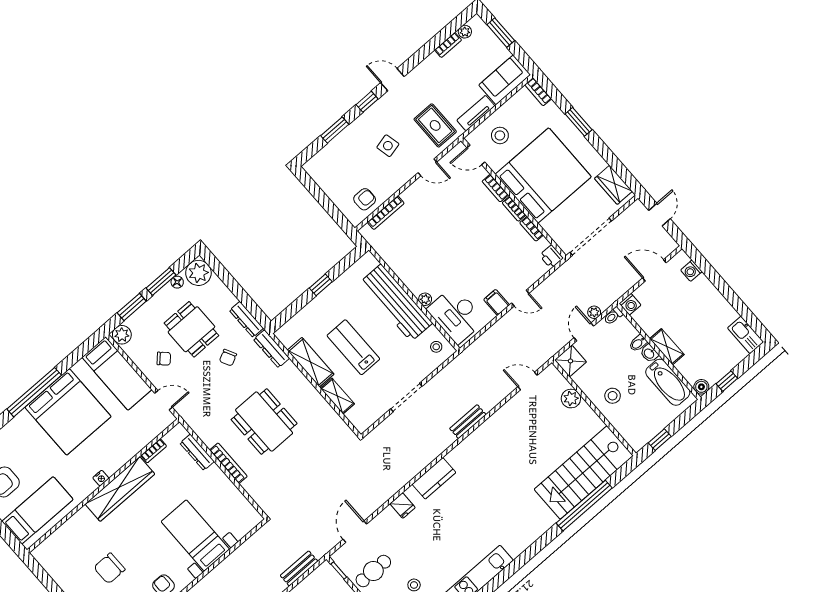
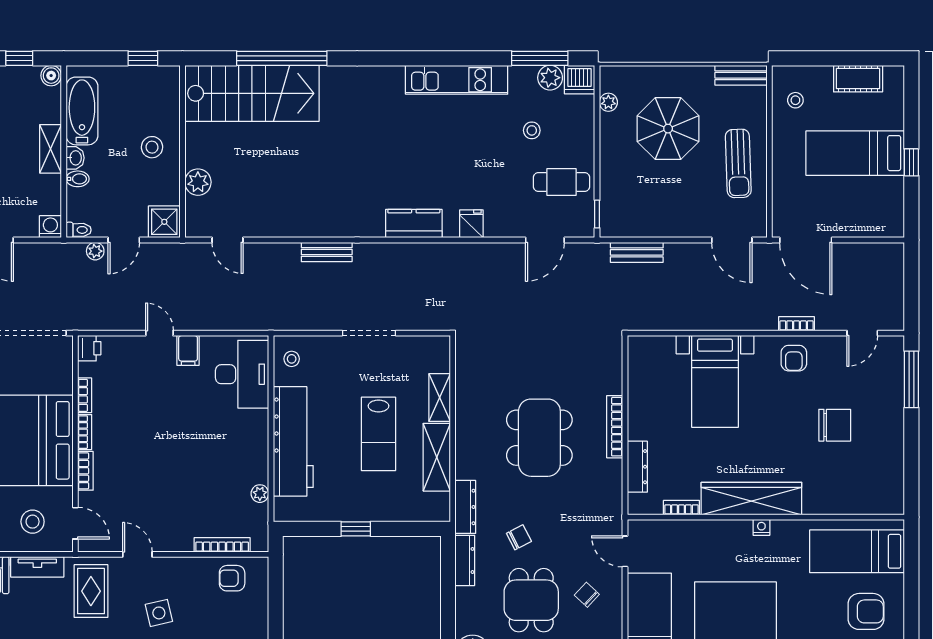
plant: (425, 299) -> (260, 494), moved

